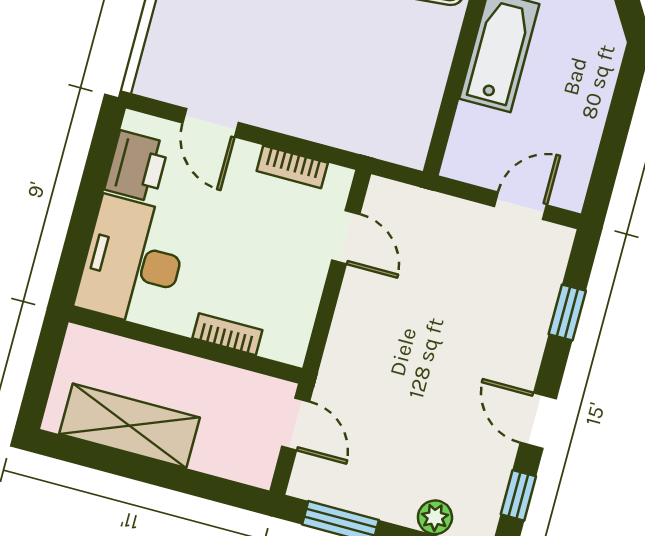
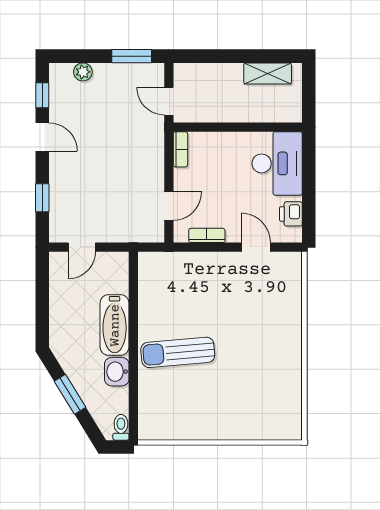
printer: (137, 166) -> (291, 214), width x0.73, depth x0.81
door: (346, 237) -> (169, 206), swing flipped
bookcase: (227, 334) -> (180, 149), moved, turned -90
shelving: (130, 426) -> (268, 73), width x0.67, depth x0.75

